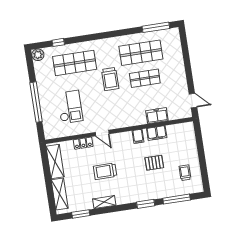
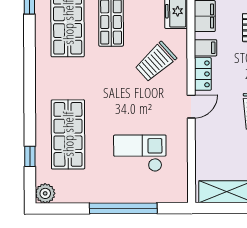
trolley: (110, 79) -> (156, 62), moved, turned 138
locker: (83, 143) -> (203, 74), moved

